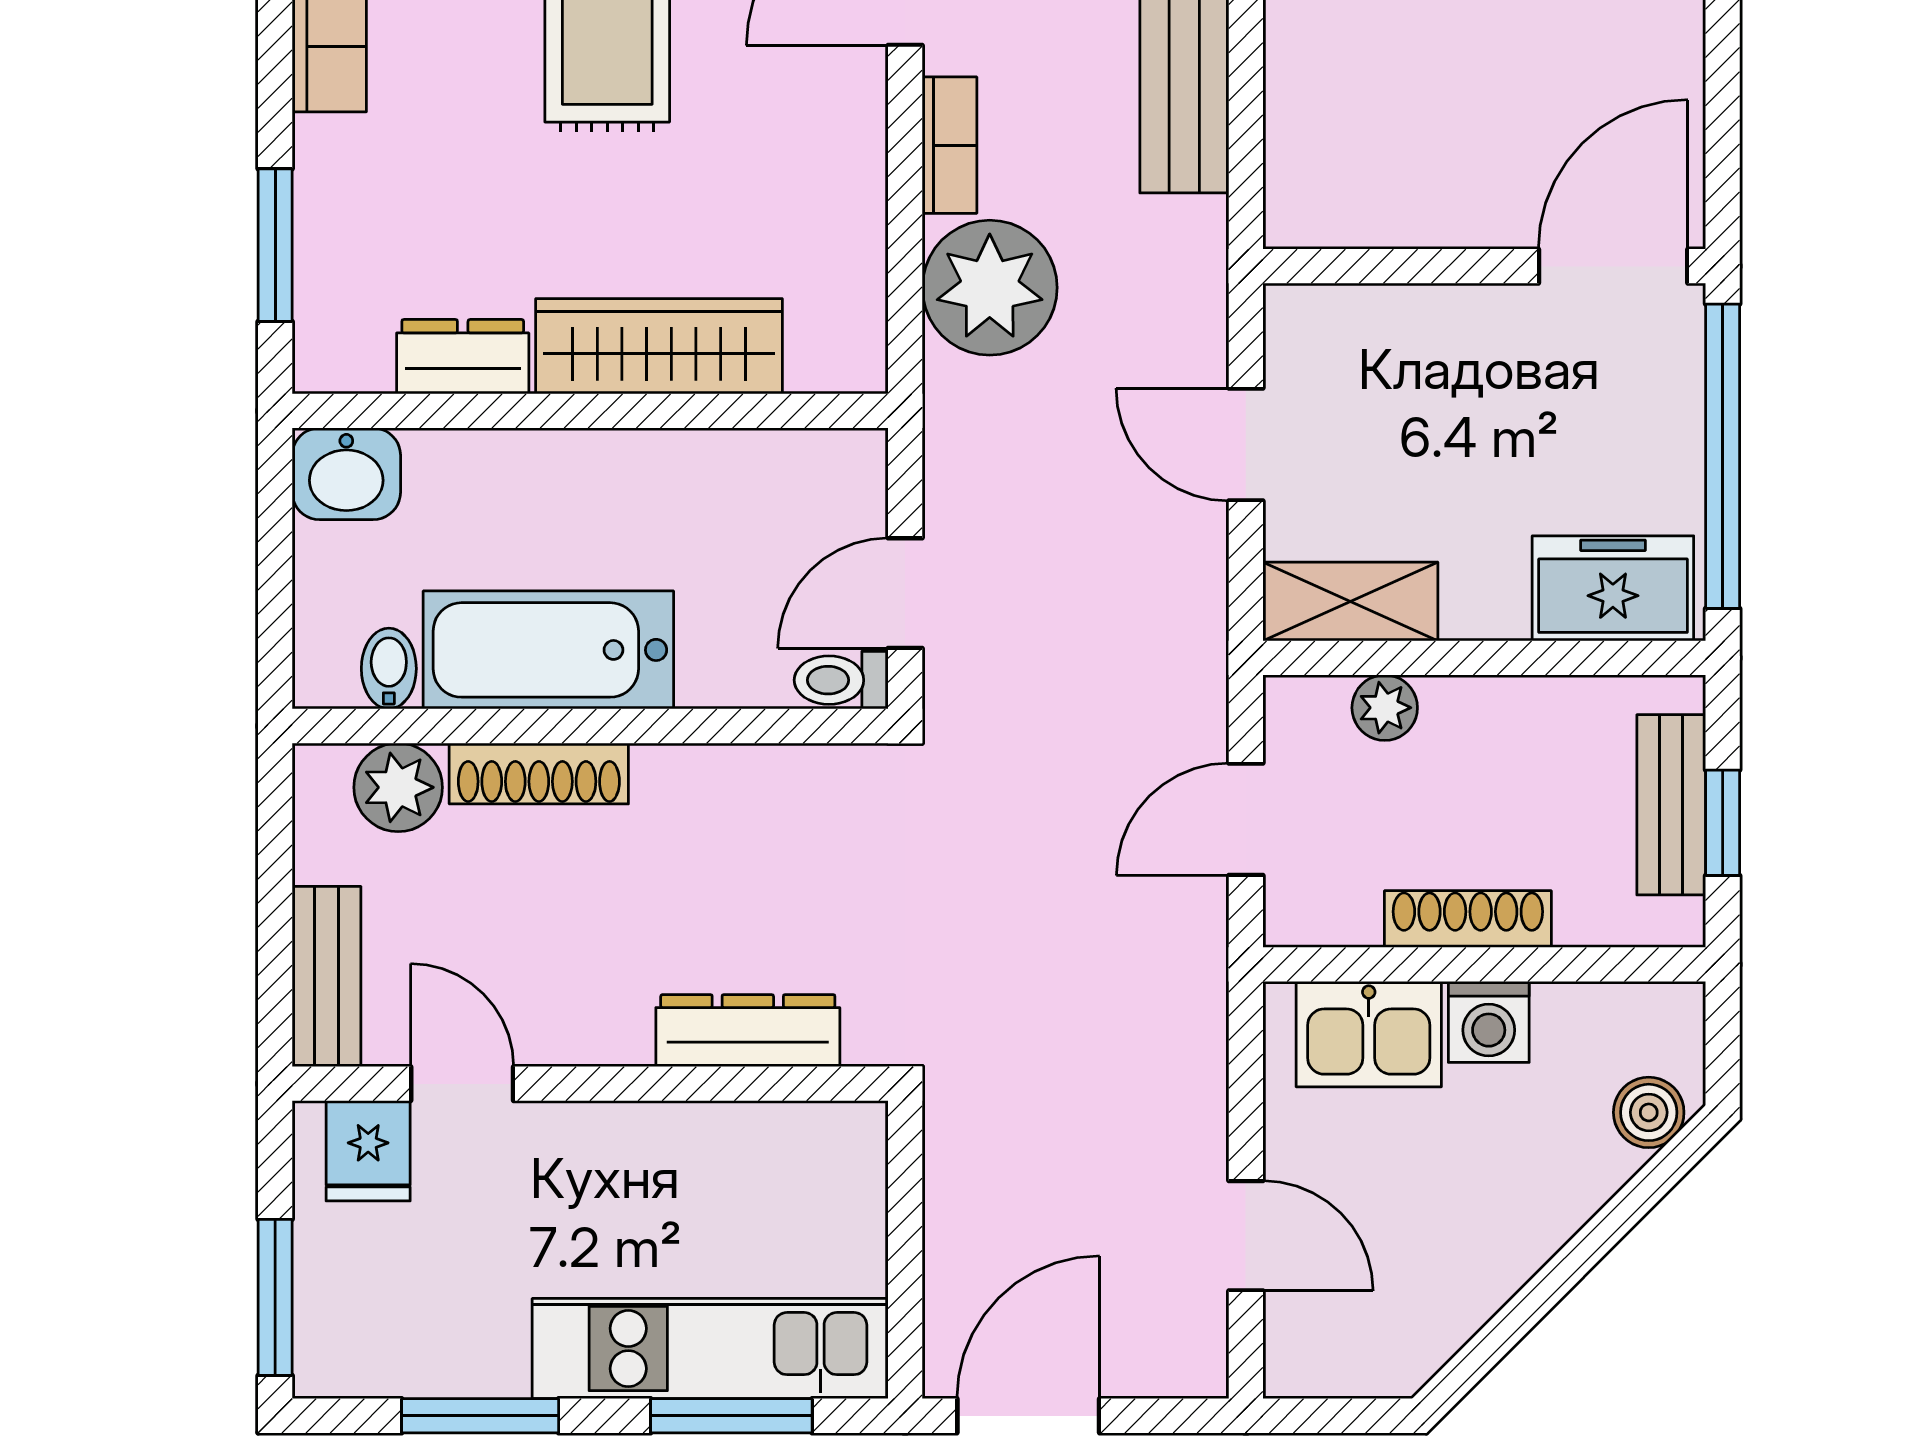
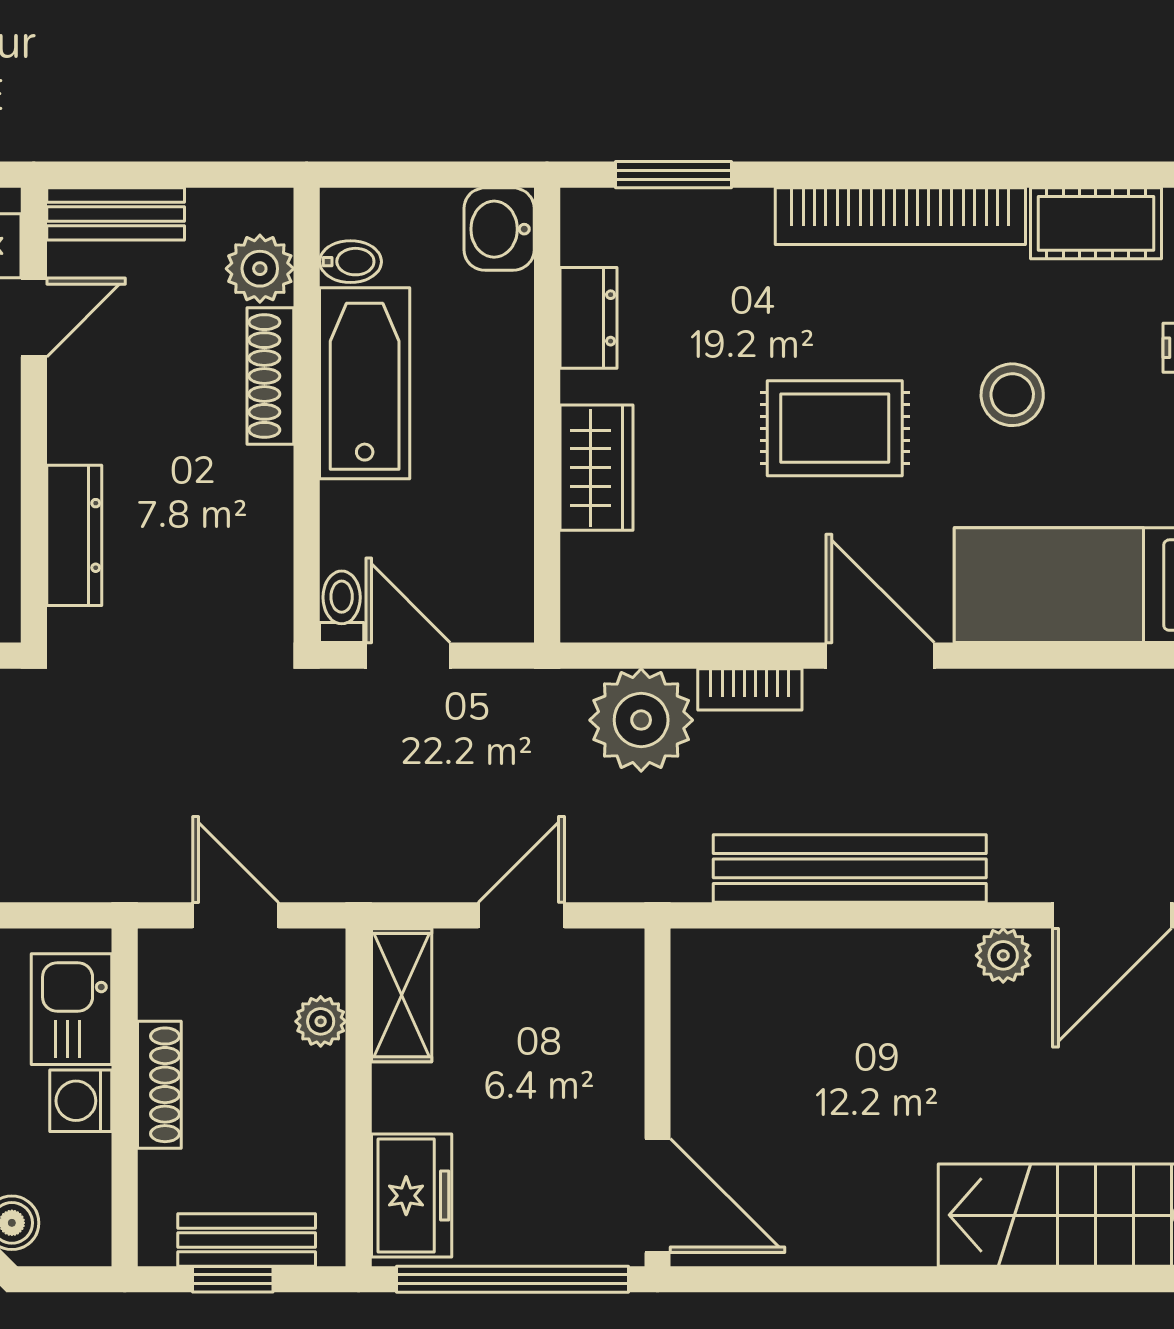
wardrobe: (659, 346) -> (596, 468), width x0.67

